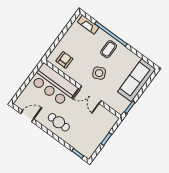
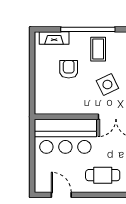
armchair: (64, 60) -> (69, 69), moved
door: (27, 116) -> (61, 195), hinge flipped

